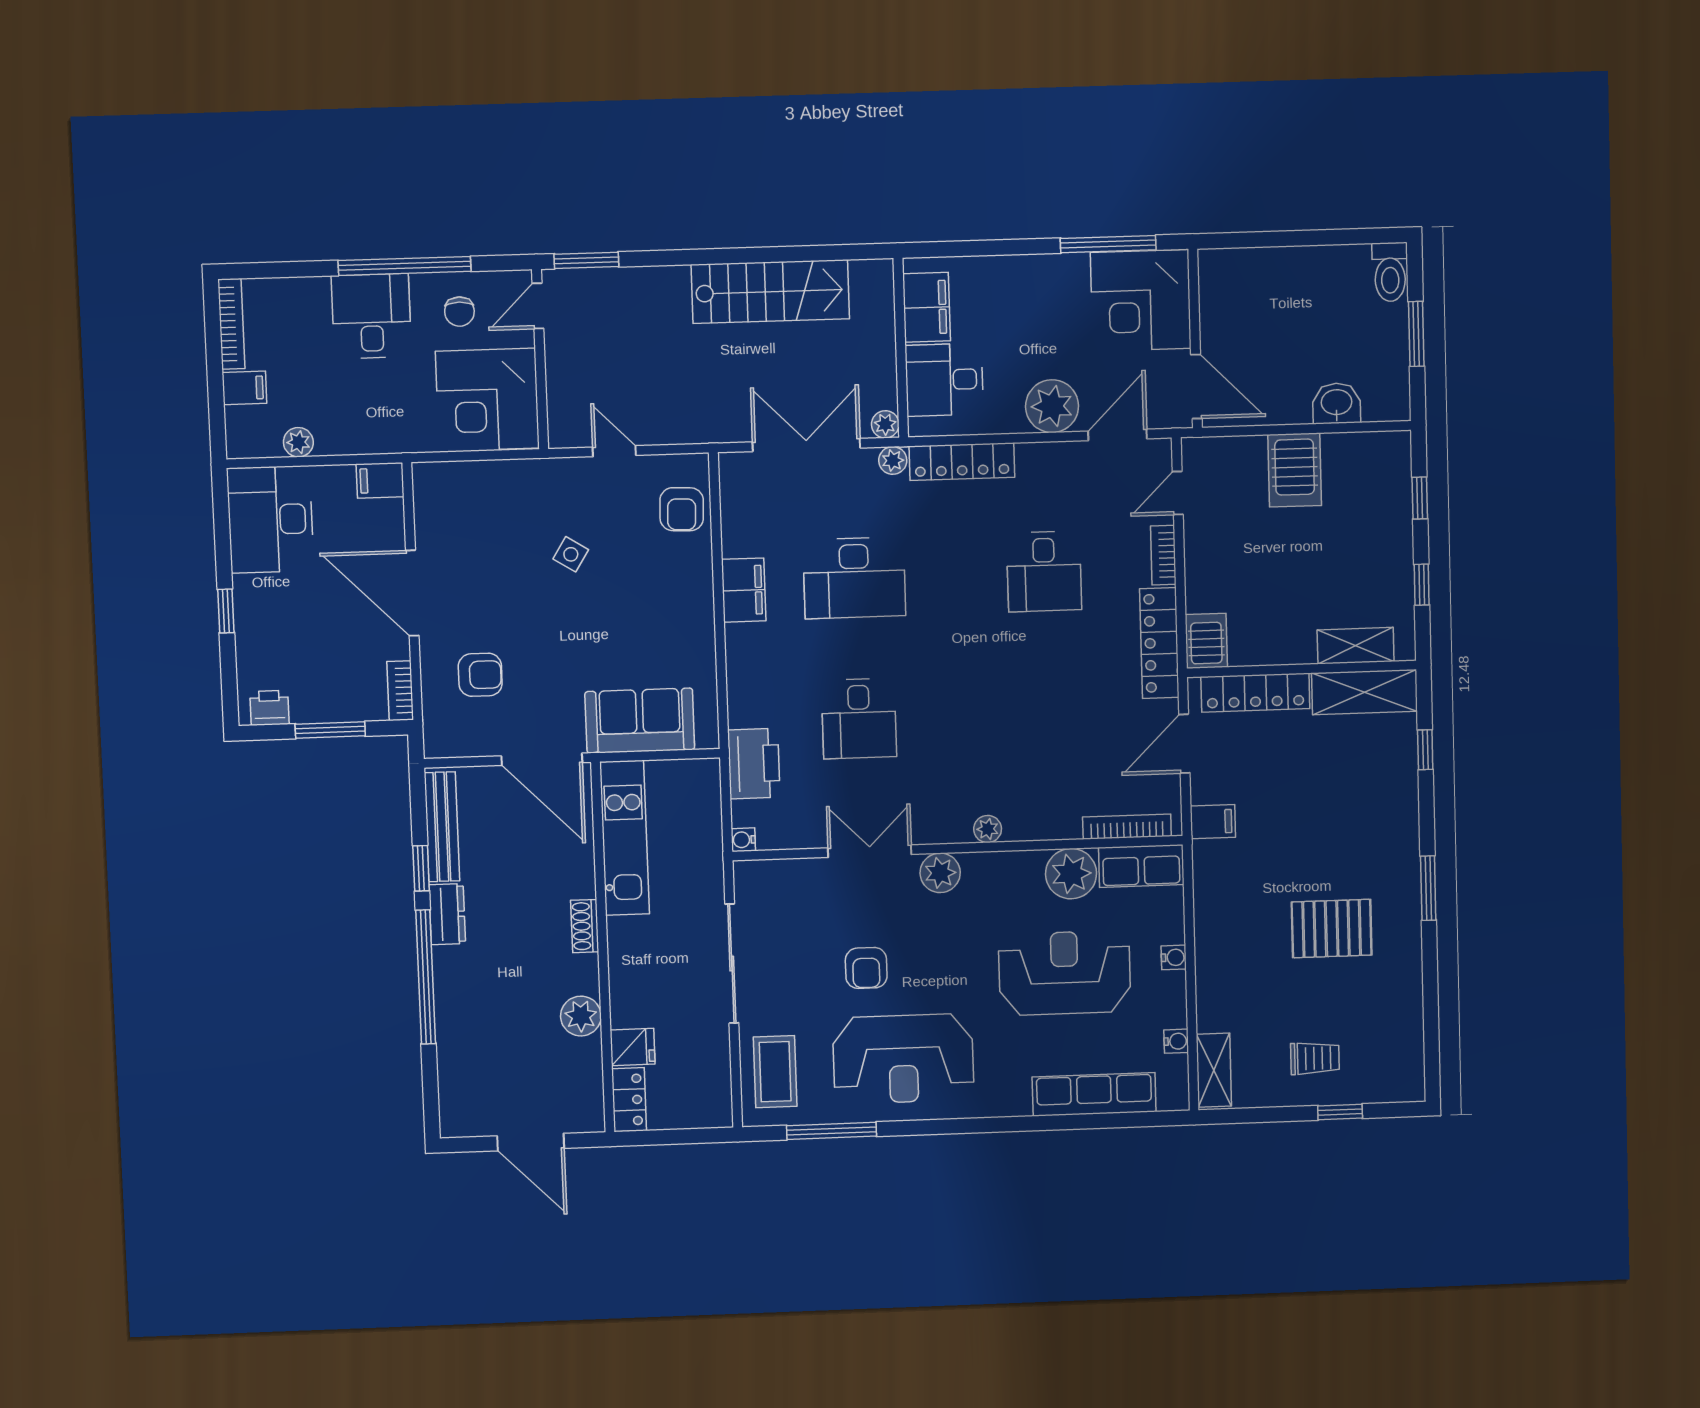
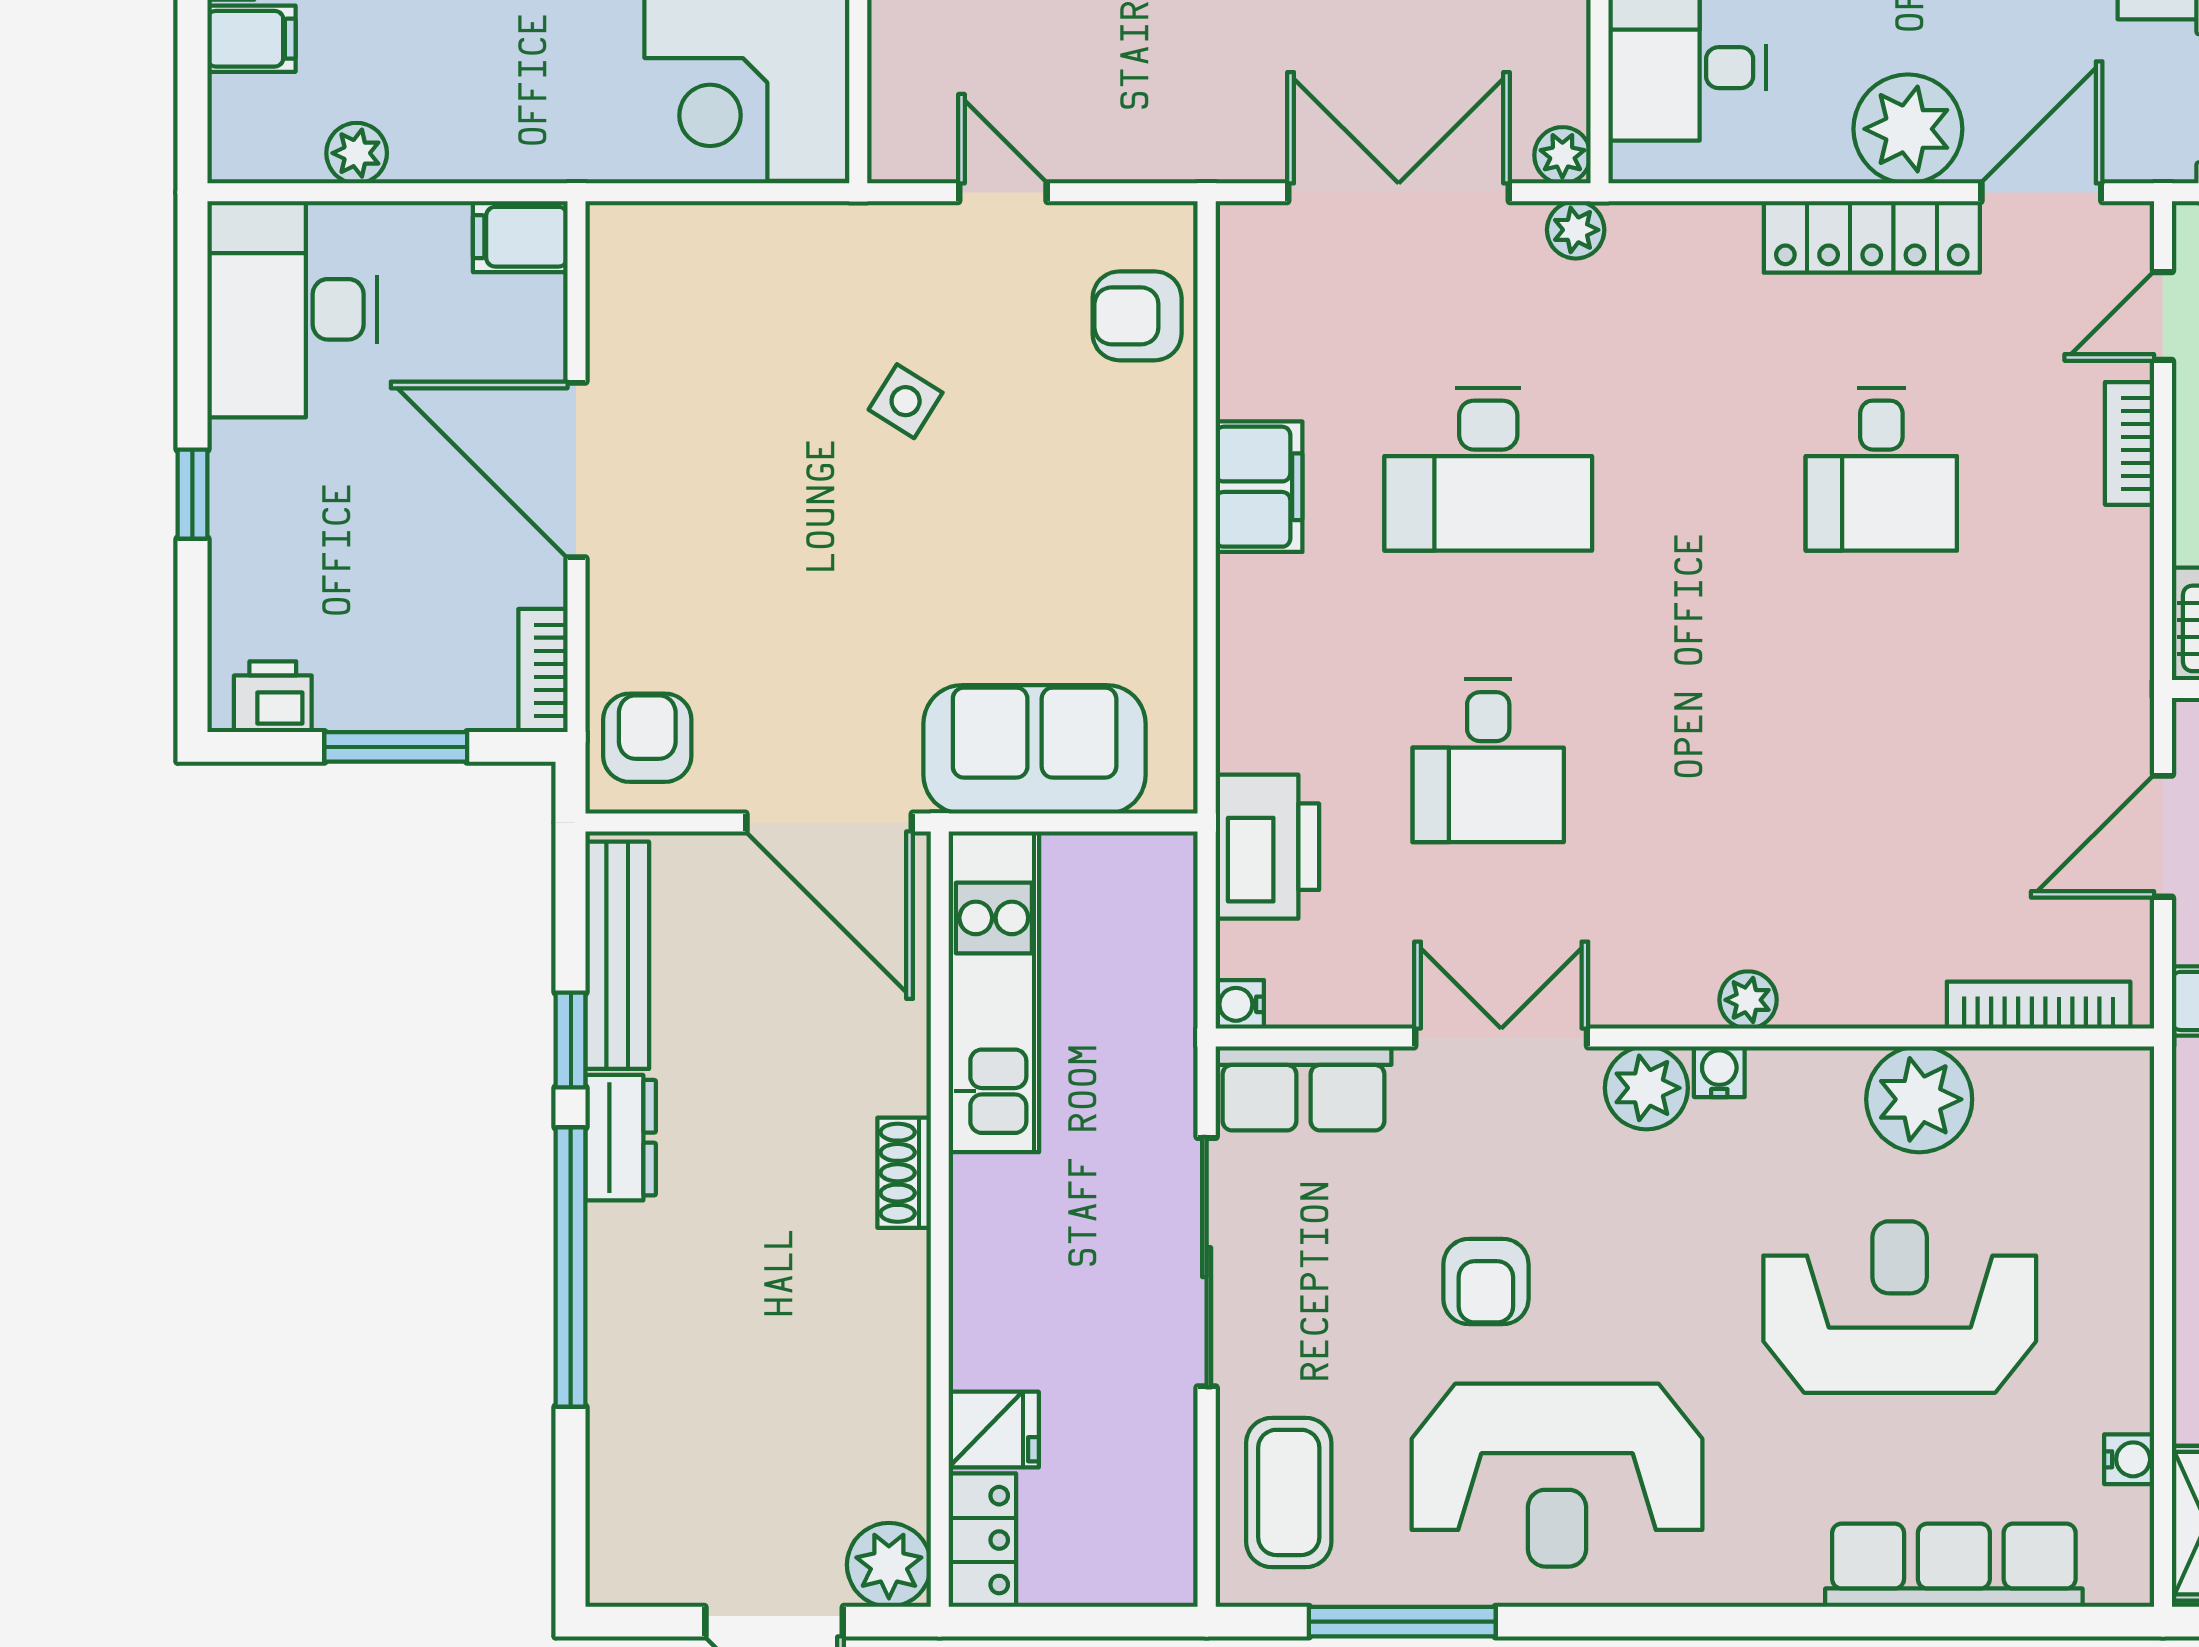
locker: (962, 462) -> (1872, 237), moved
armchair: (682, 509) -> (1137, 316), turned 88
locker: (1159, 643) -> (2116, 625), removed
armchair: (480, 675) -> (647, 738), moved, turned -90
row of seats: (1141, 866) -> (1303, 1088), moved
water cooler: (1174, 957) -> (1719, 1072), moved, turned -90
plant: (581, 1016) -> (889, 1565), moved

